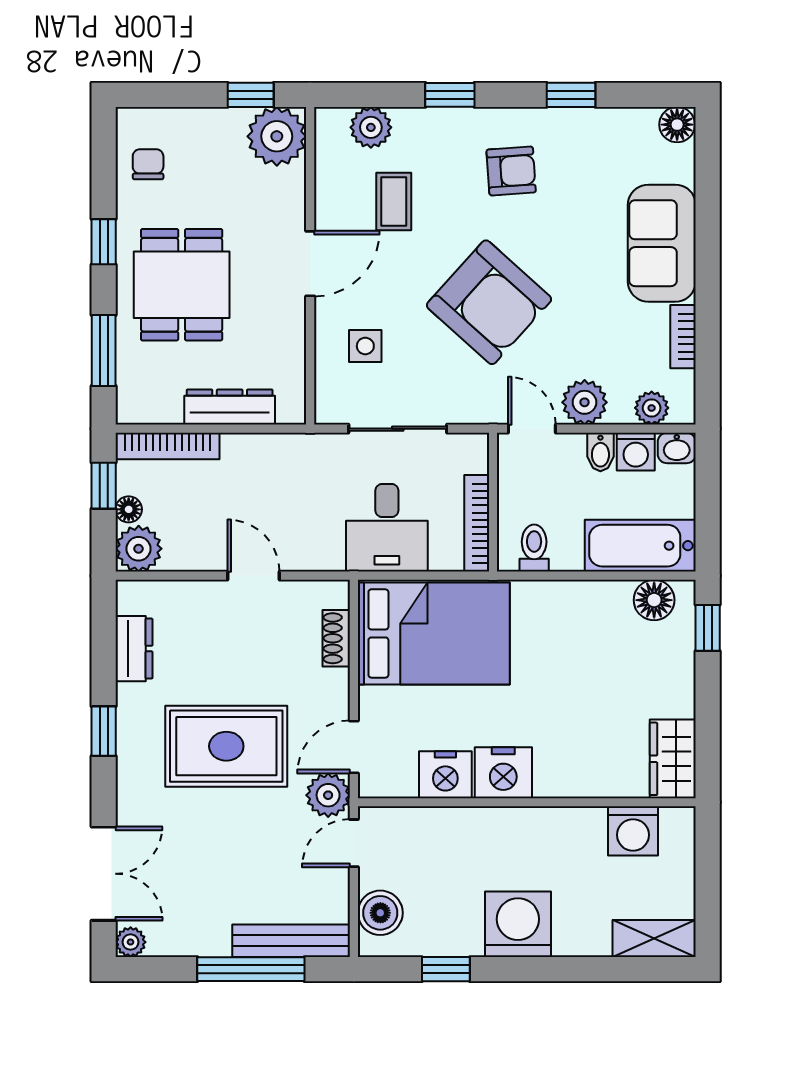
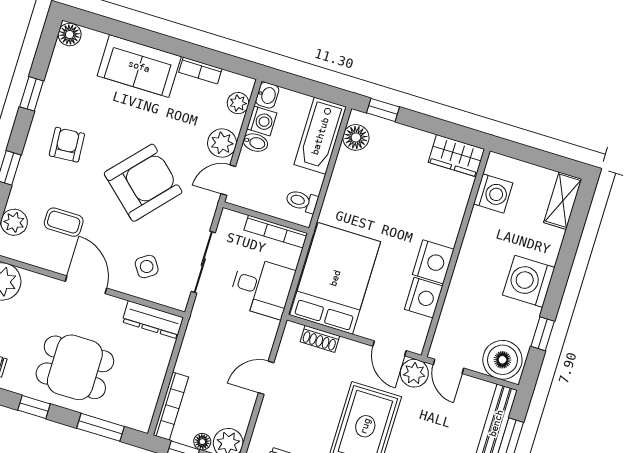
side table: (365, 346) -> (147, 267), turned -34
dresser: (230, 407) -> (153, 320), moved, turned -90
boiler: (380, 913) -> (502, 360), width x1.37, depth x1.37

